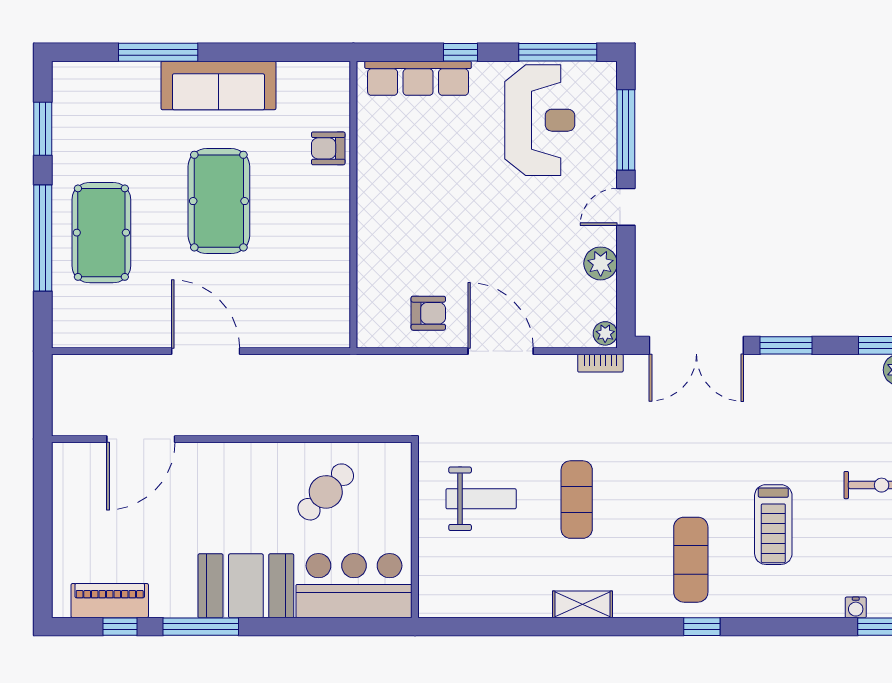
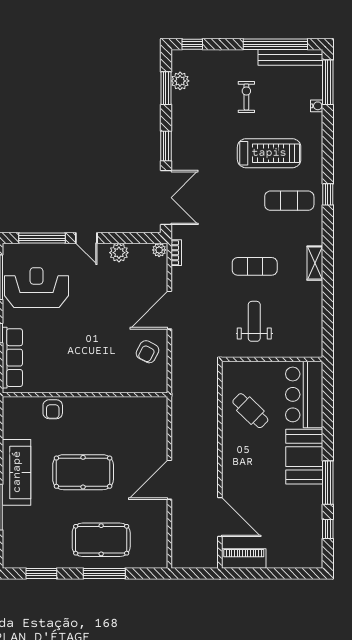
window: (43, 238) -> (104, 573), width x0.68
armchair: (428, 313) -> (148, 352), turned -152
treadmill: (773, 525) -> (269, 153), width x1.37, depth x1.37
piano: (110, 601) -> (244, 559), moved, turned 90

